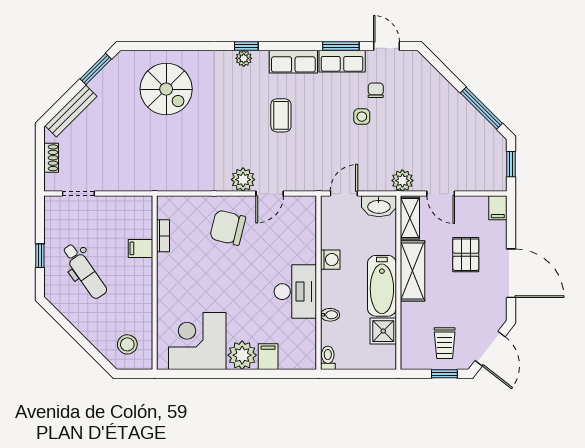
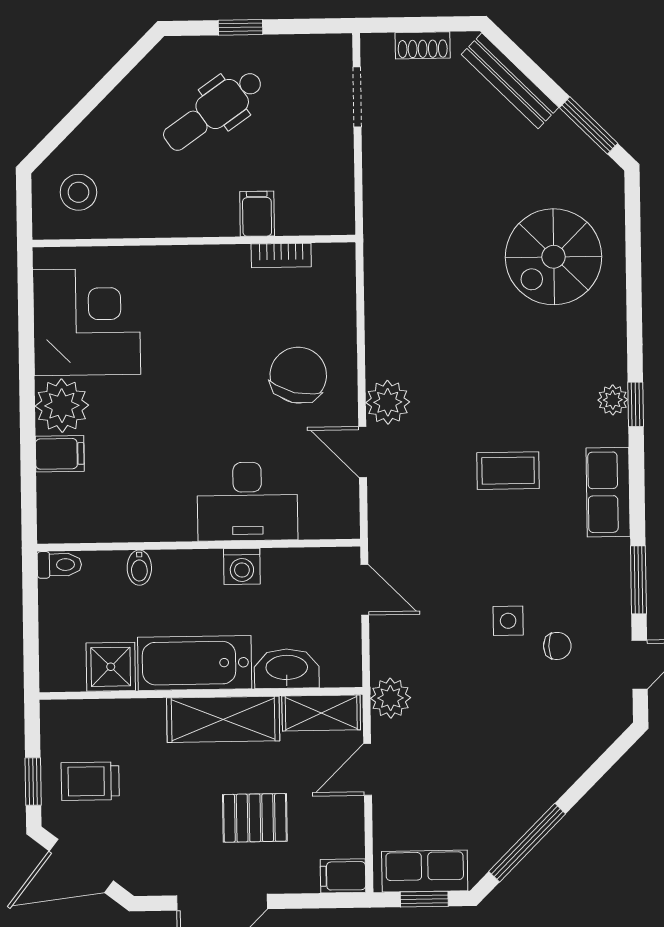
row of seats: (342, 61) -> (425, 871), moved, turned 90
washbasin: (379, 206) -> (287, 669), moved, turned 90
desk: (295, 292) -> (247, 501), moved

